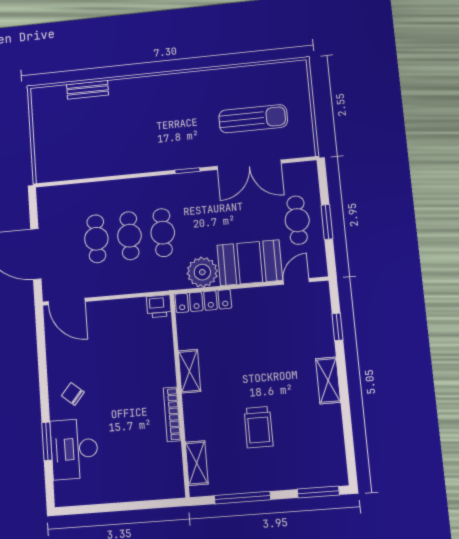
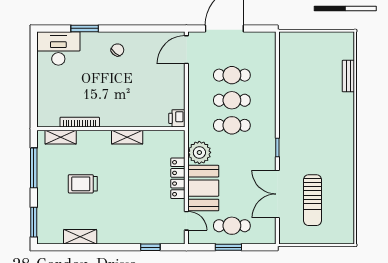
locker: (203, 301) -> (178, 178), moved
shelving: (328, 380) -> (80, 237), moved
bookcase: (172, 414) -> (80, 122), moved
desk: (74, 449) -> (58, 48), moved

